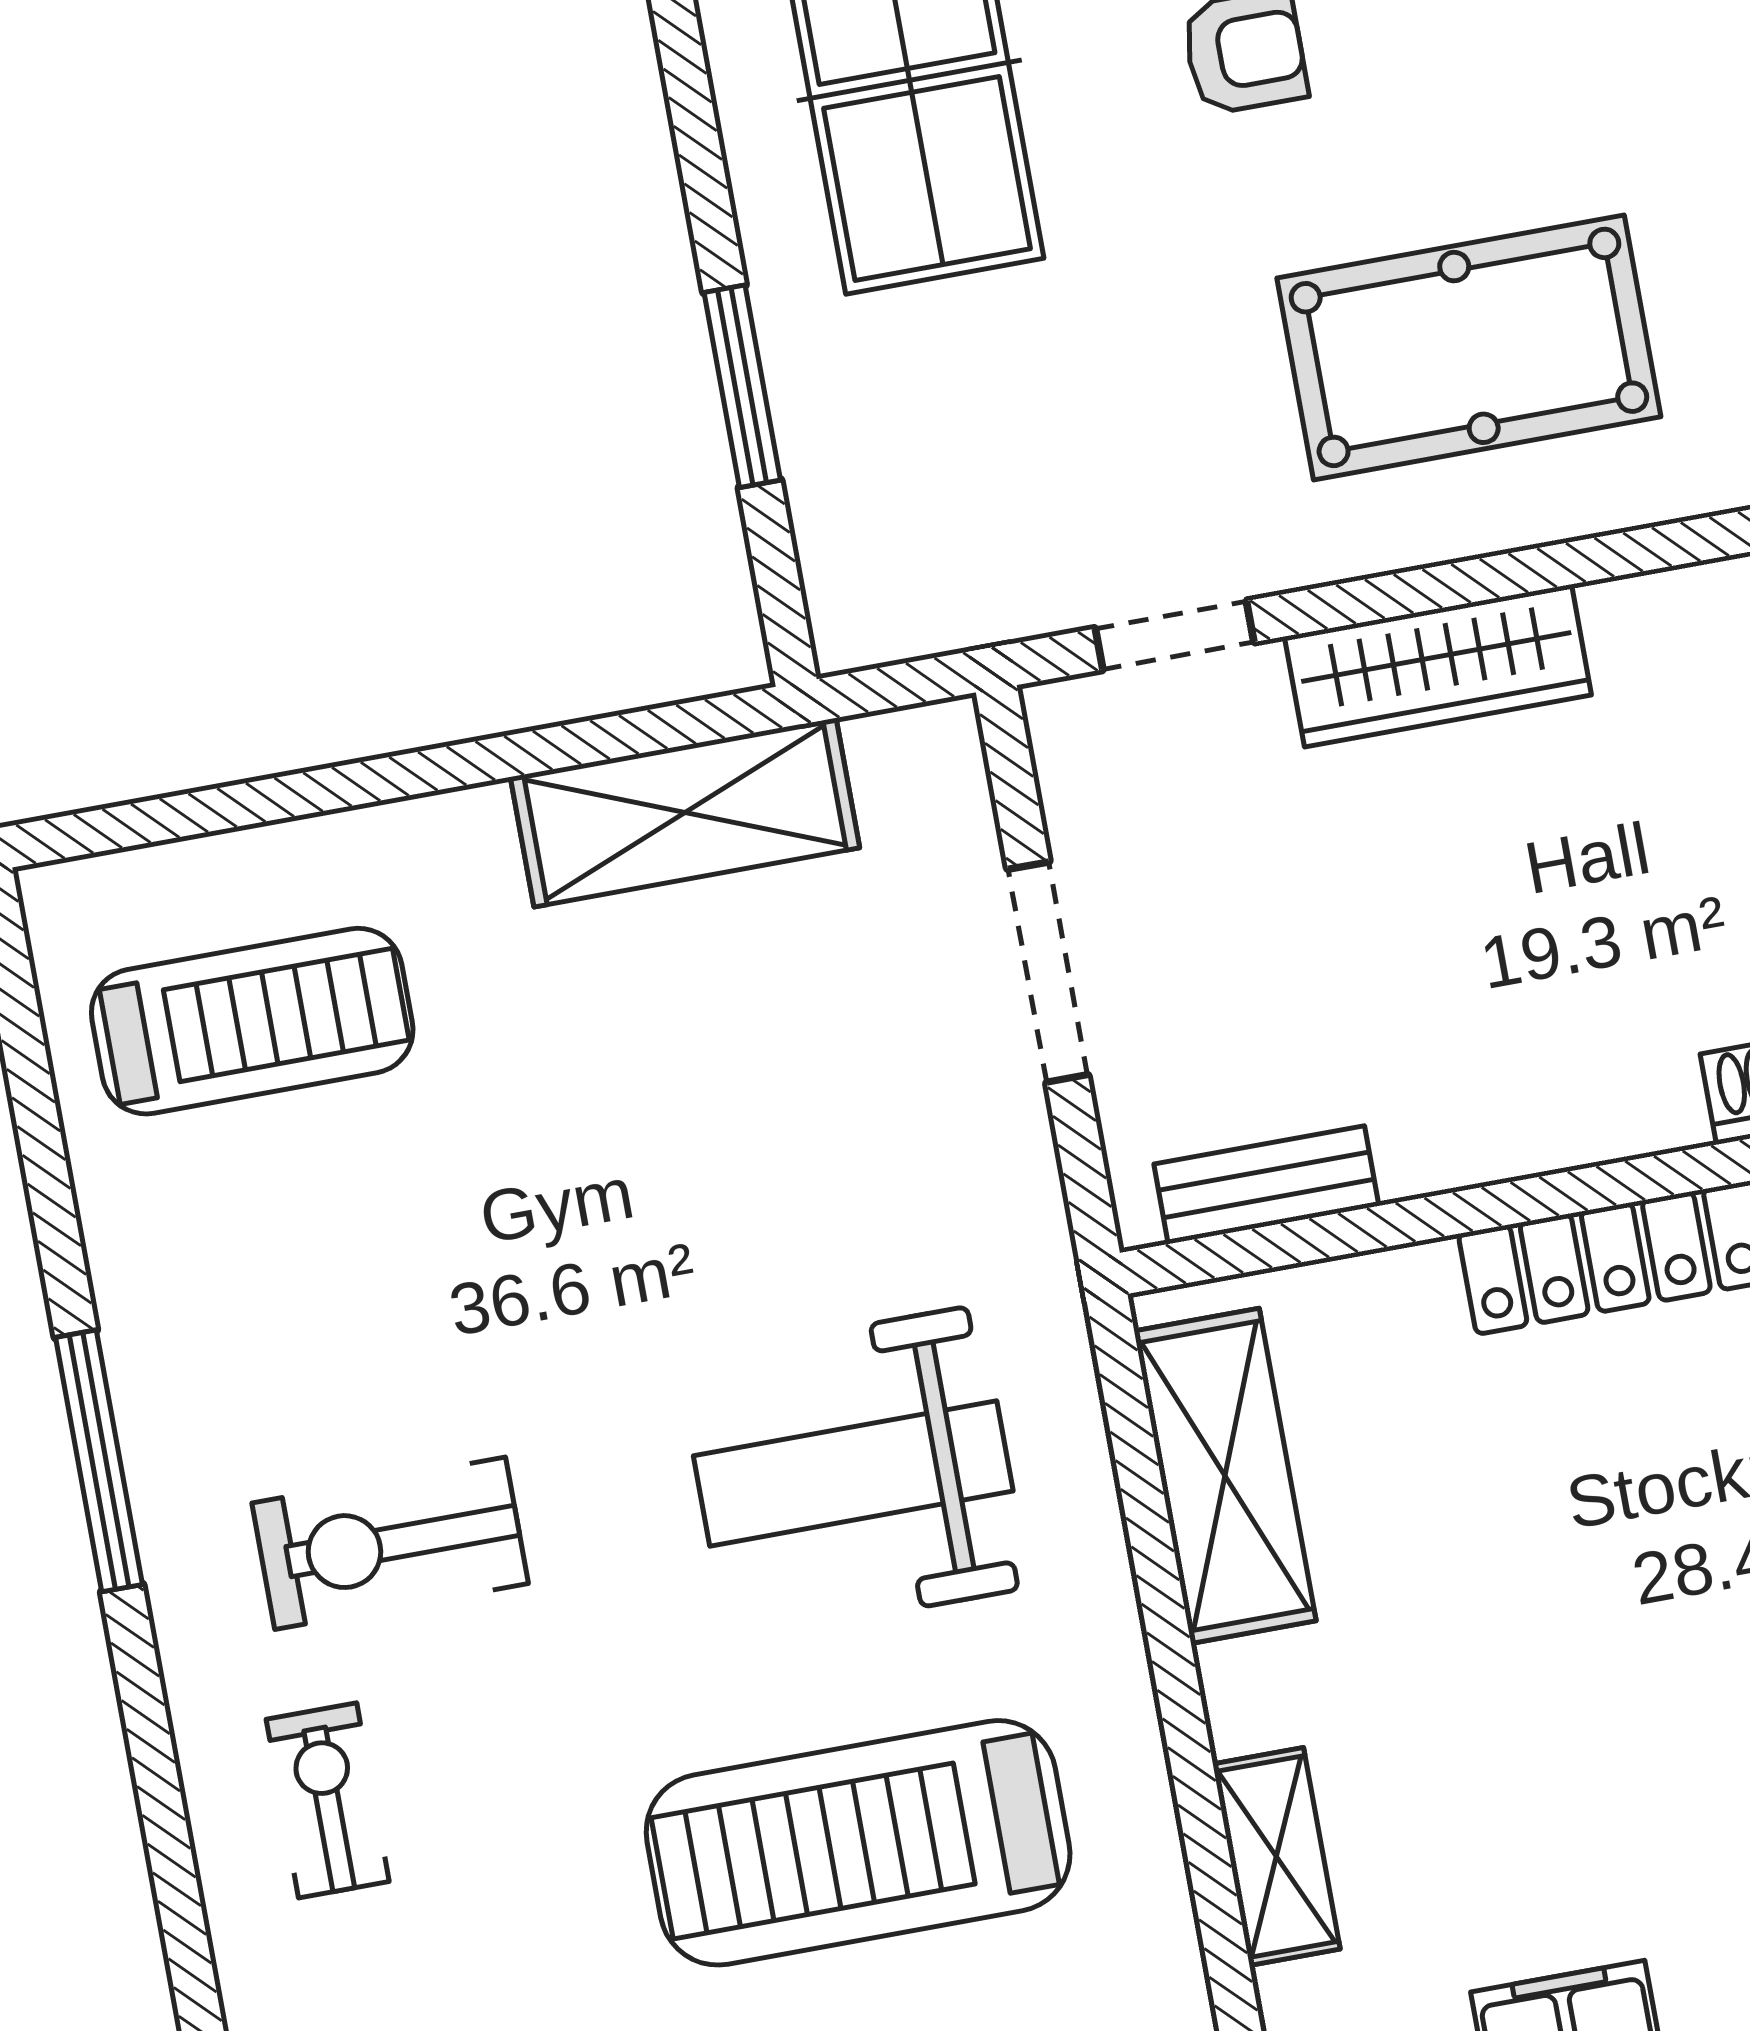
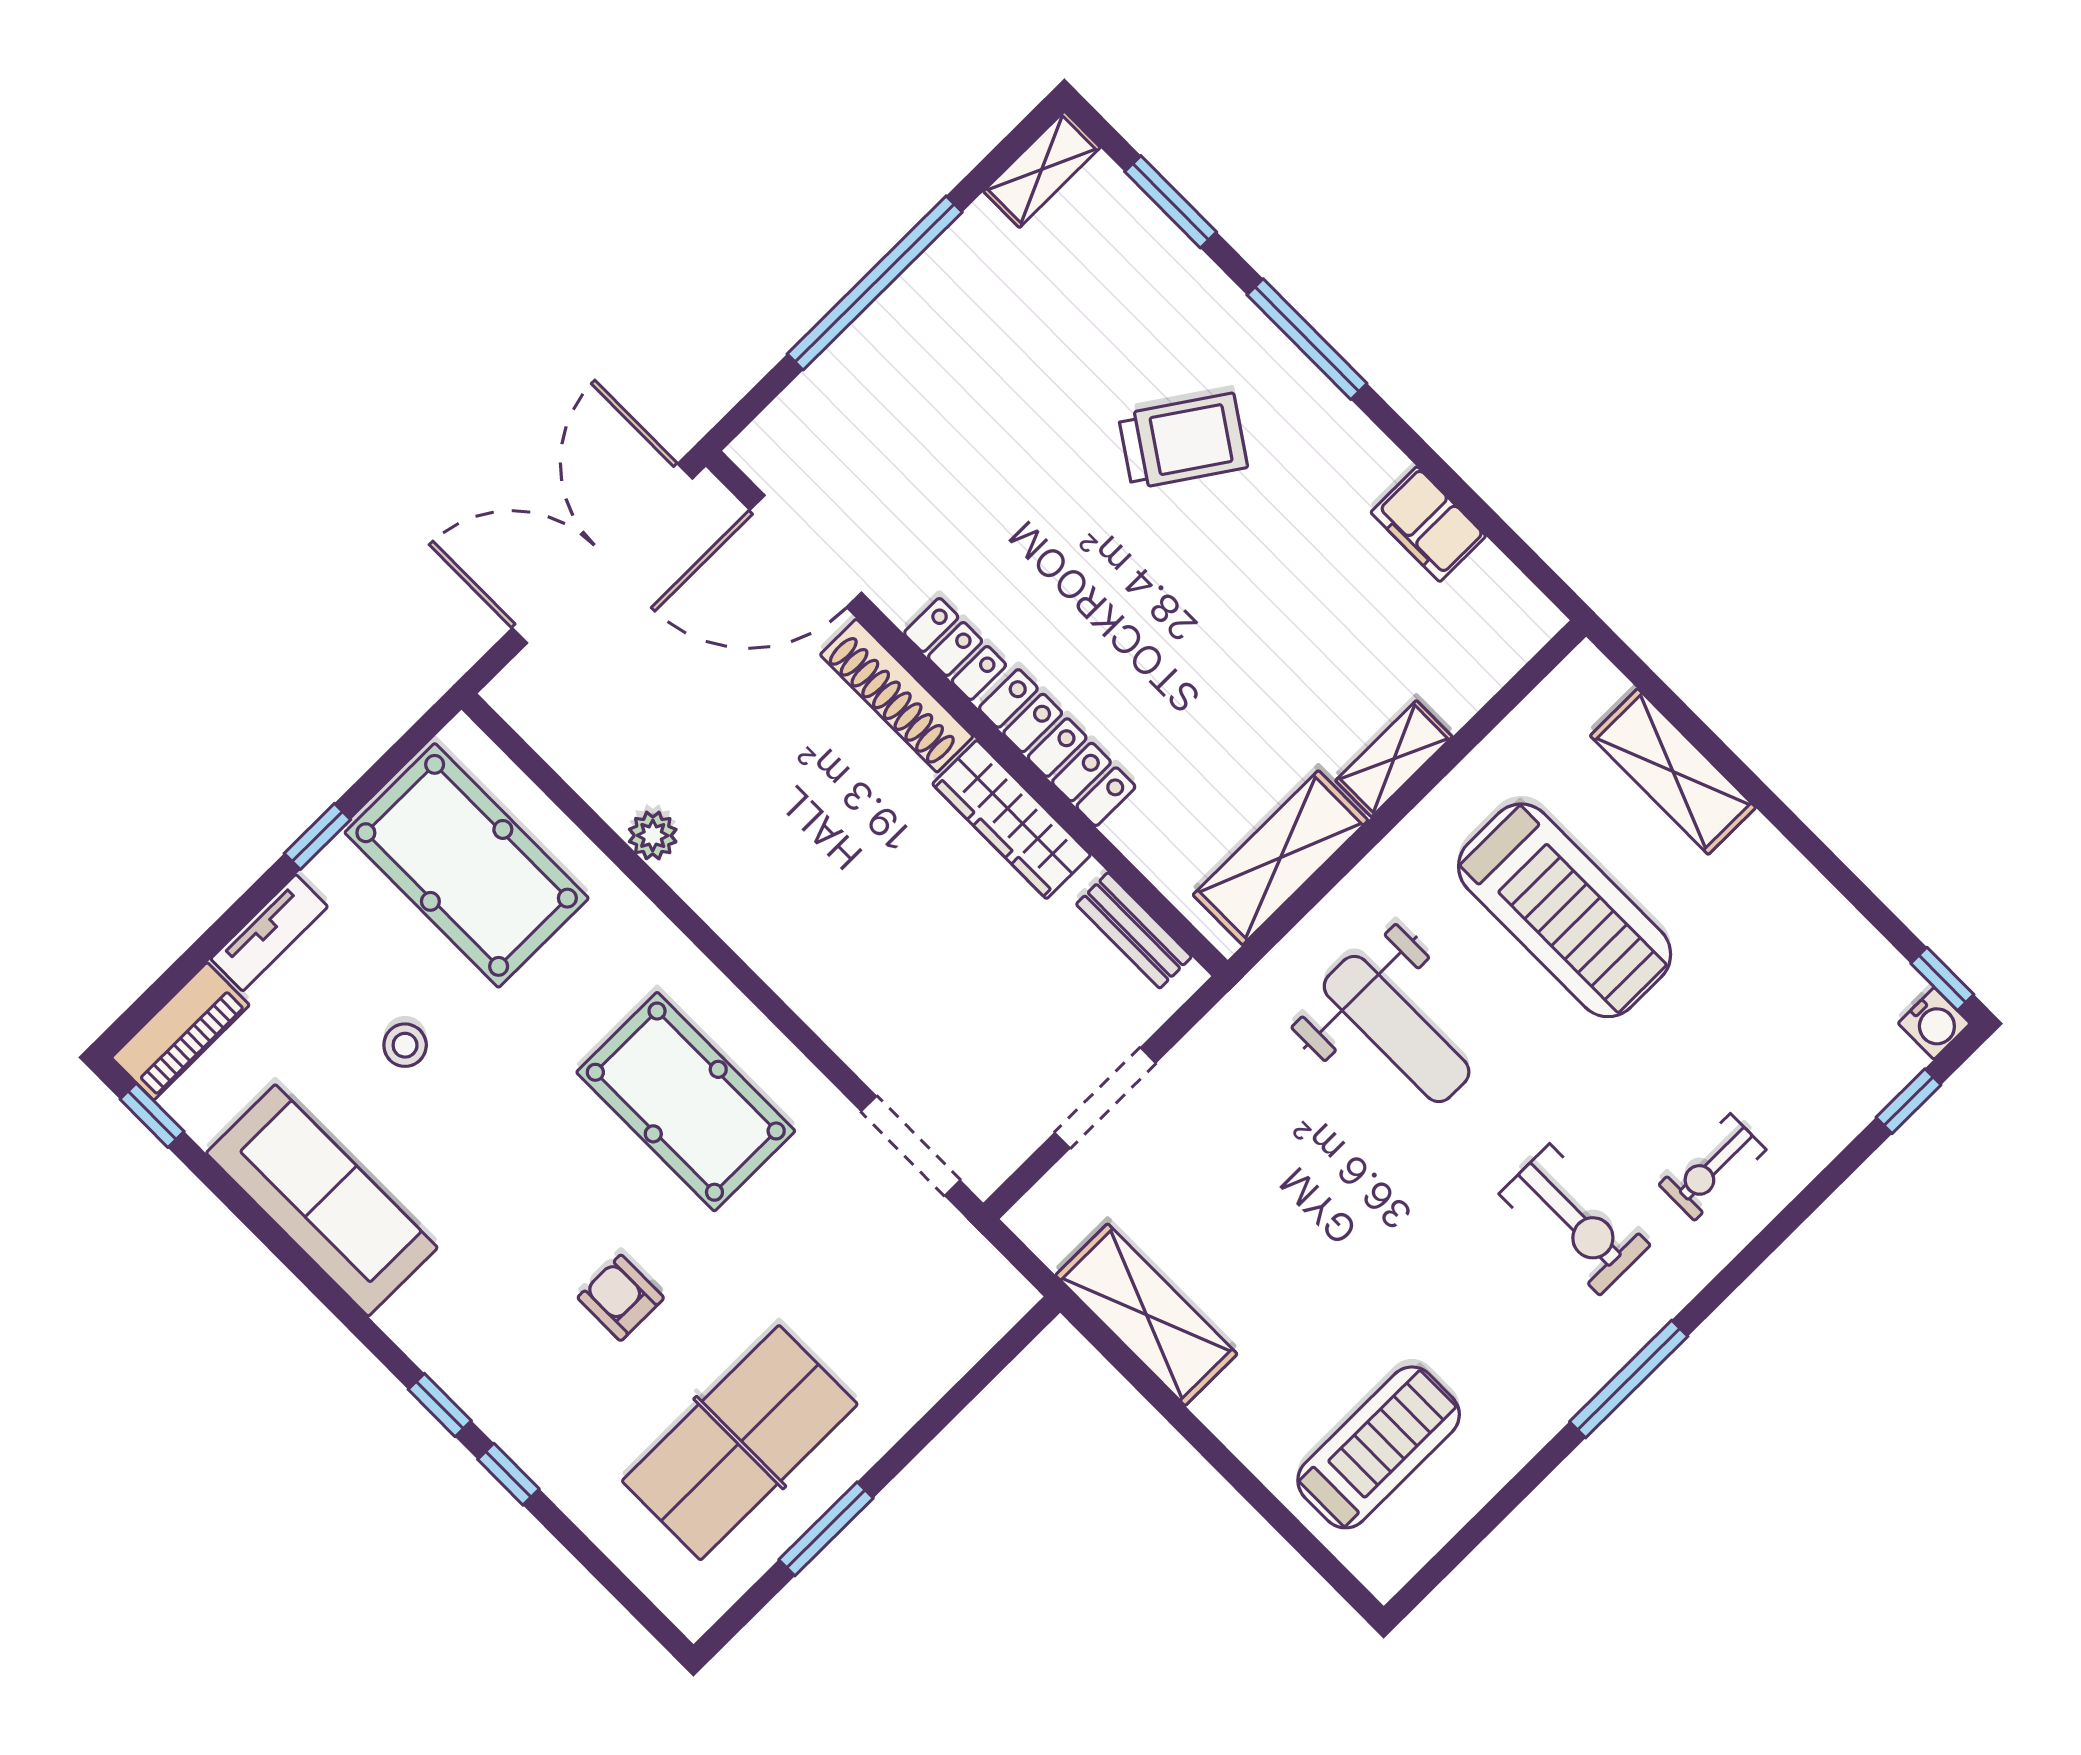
window: (742, 386) -> (826, 1529), moved
doorway: (1175, 635) -> (911, 1146), width x1.38
wardrobe: (1438, 666) -> (1012, 819), moved, turned 180
treadmill: (252, 1021) -> (1379, 1447), turned 90
shelving: (1276, 1857) -> (1394, 759), moved

